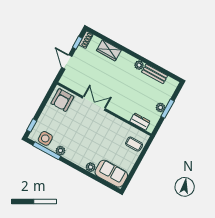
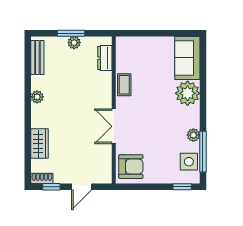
bench: (155, 74) -> (37, 57), moved
coffee table: (134, 144) -> (124, 85), moved
plant: (91, 167) -> (188, 93), width x1.87, depth x1.87

